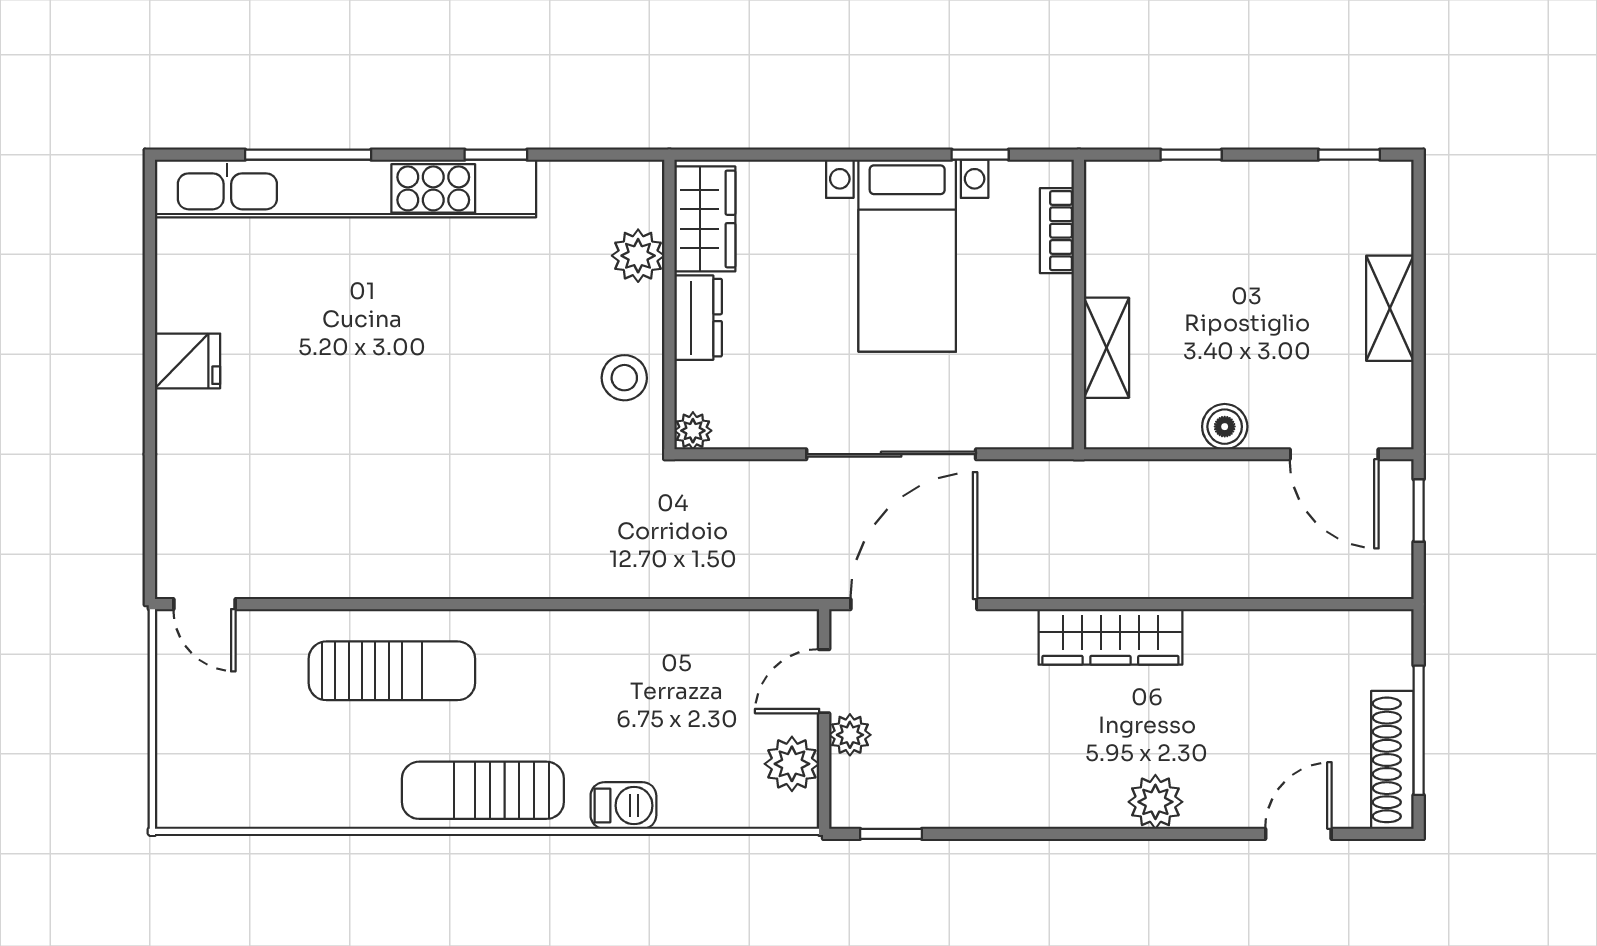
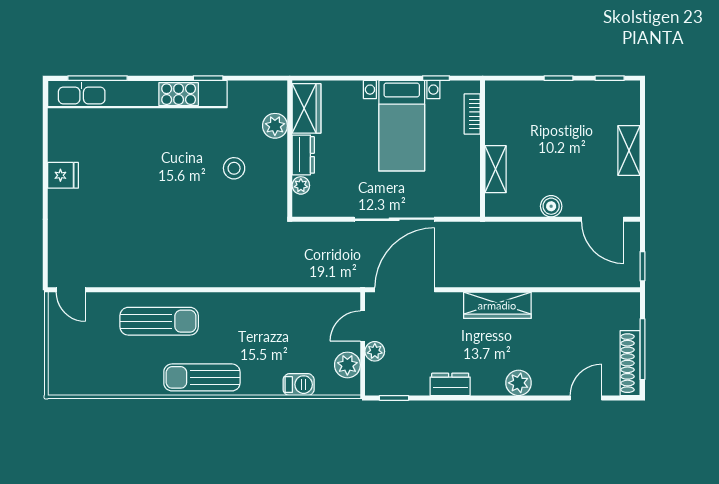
window: (308, 155) -> (98, 78), moved
window: (1191, 155) -> (559, 78), moved
stool: (624, 378) -> (234, 168), moved
plant: (693, 431) -> (301, 185), moved
window: (1419, 510) -> (642, 266), moved
dresser: (1010, 805) -> (450, 384), added
barbecue: (623, 806) -> (299, 385), moved

